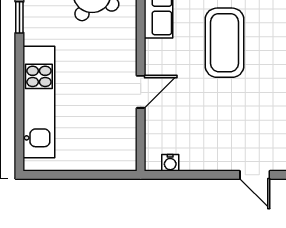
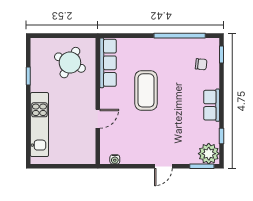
door: (255, 175) -> (163, 166), hinge flipped

